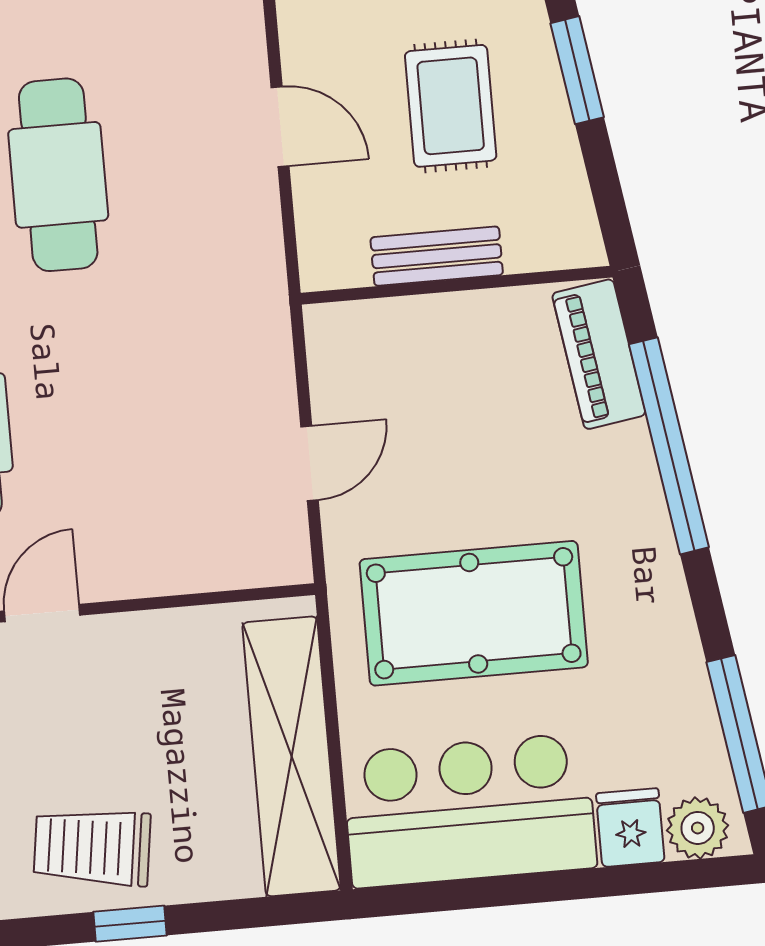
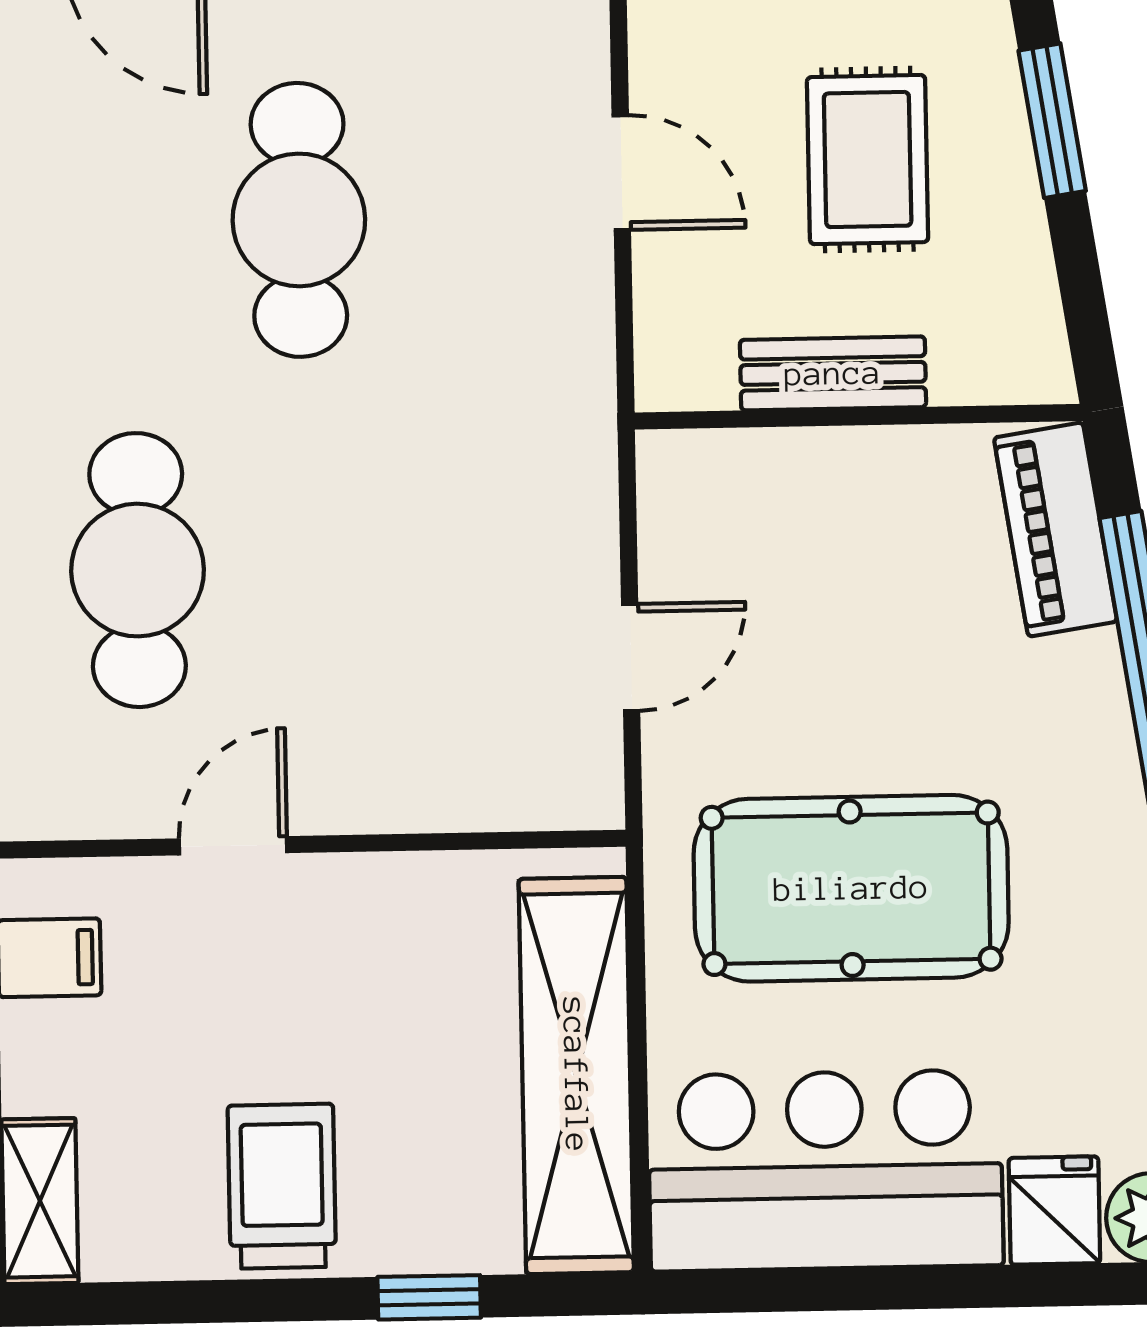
trolley: (92, 847) -> (282, 1186), turned 82
window: (130, 924) -> (429, 1297), moved

